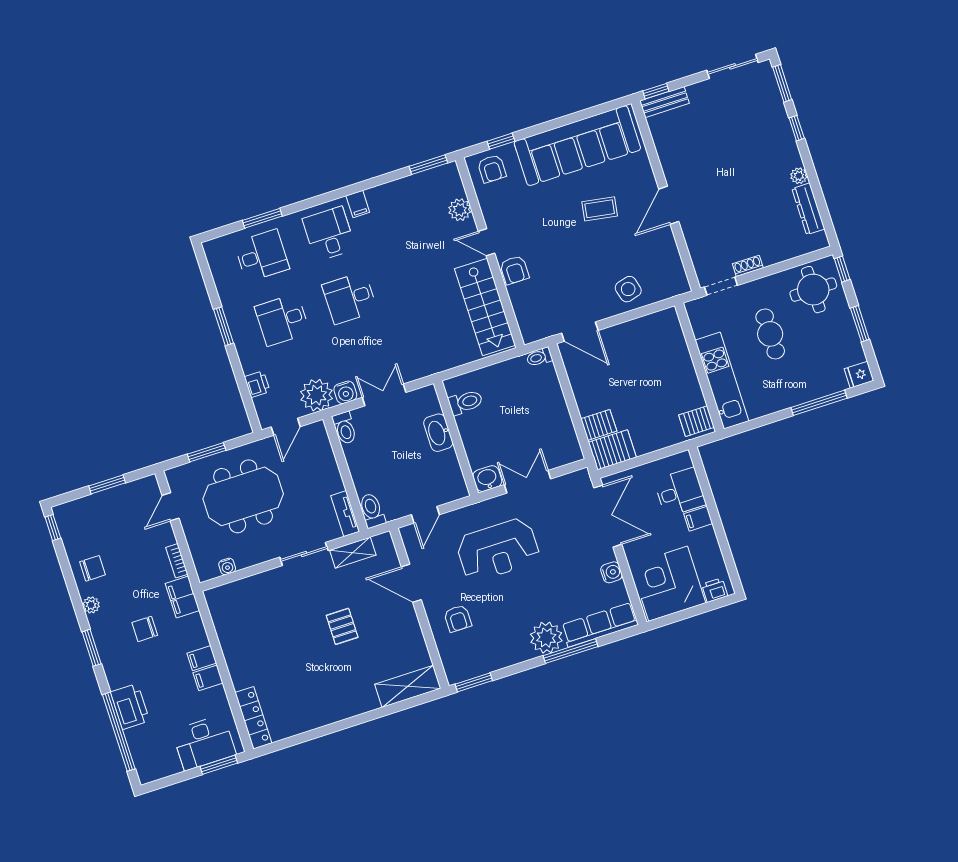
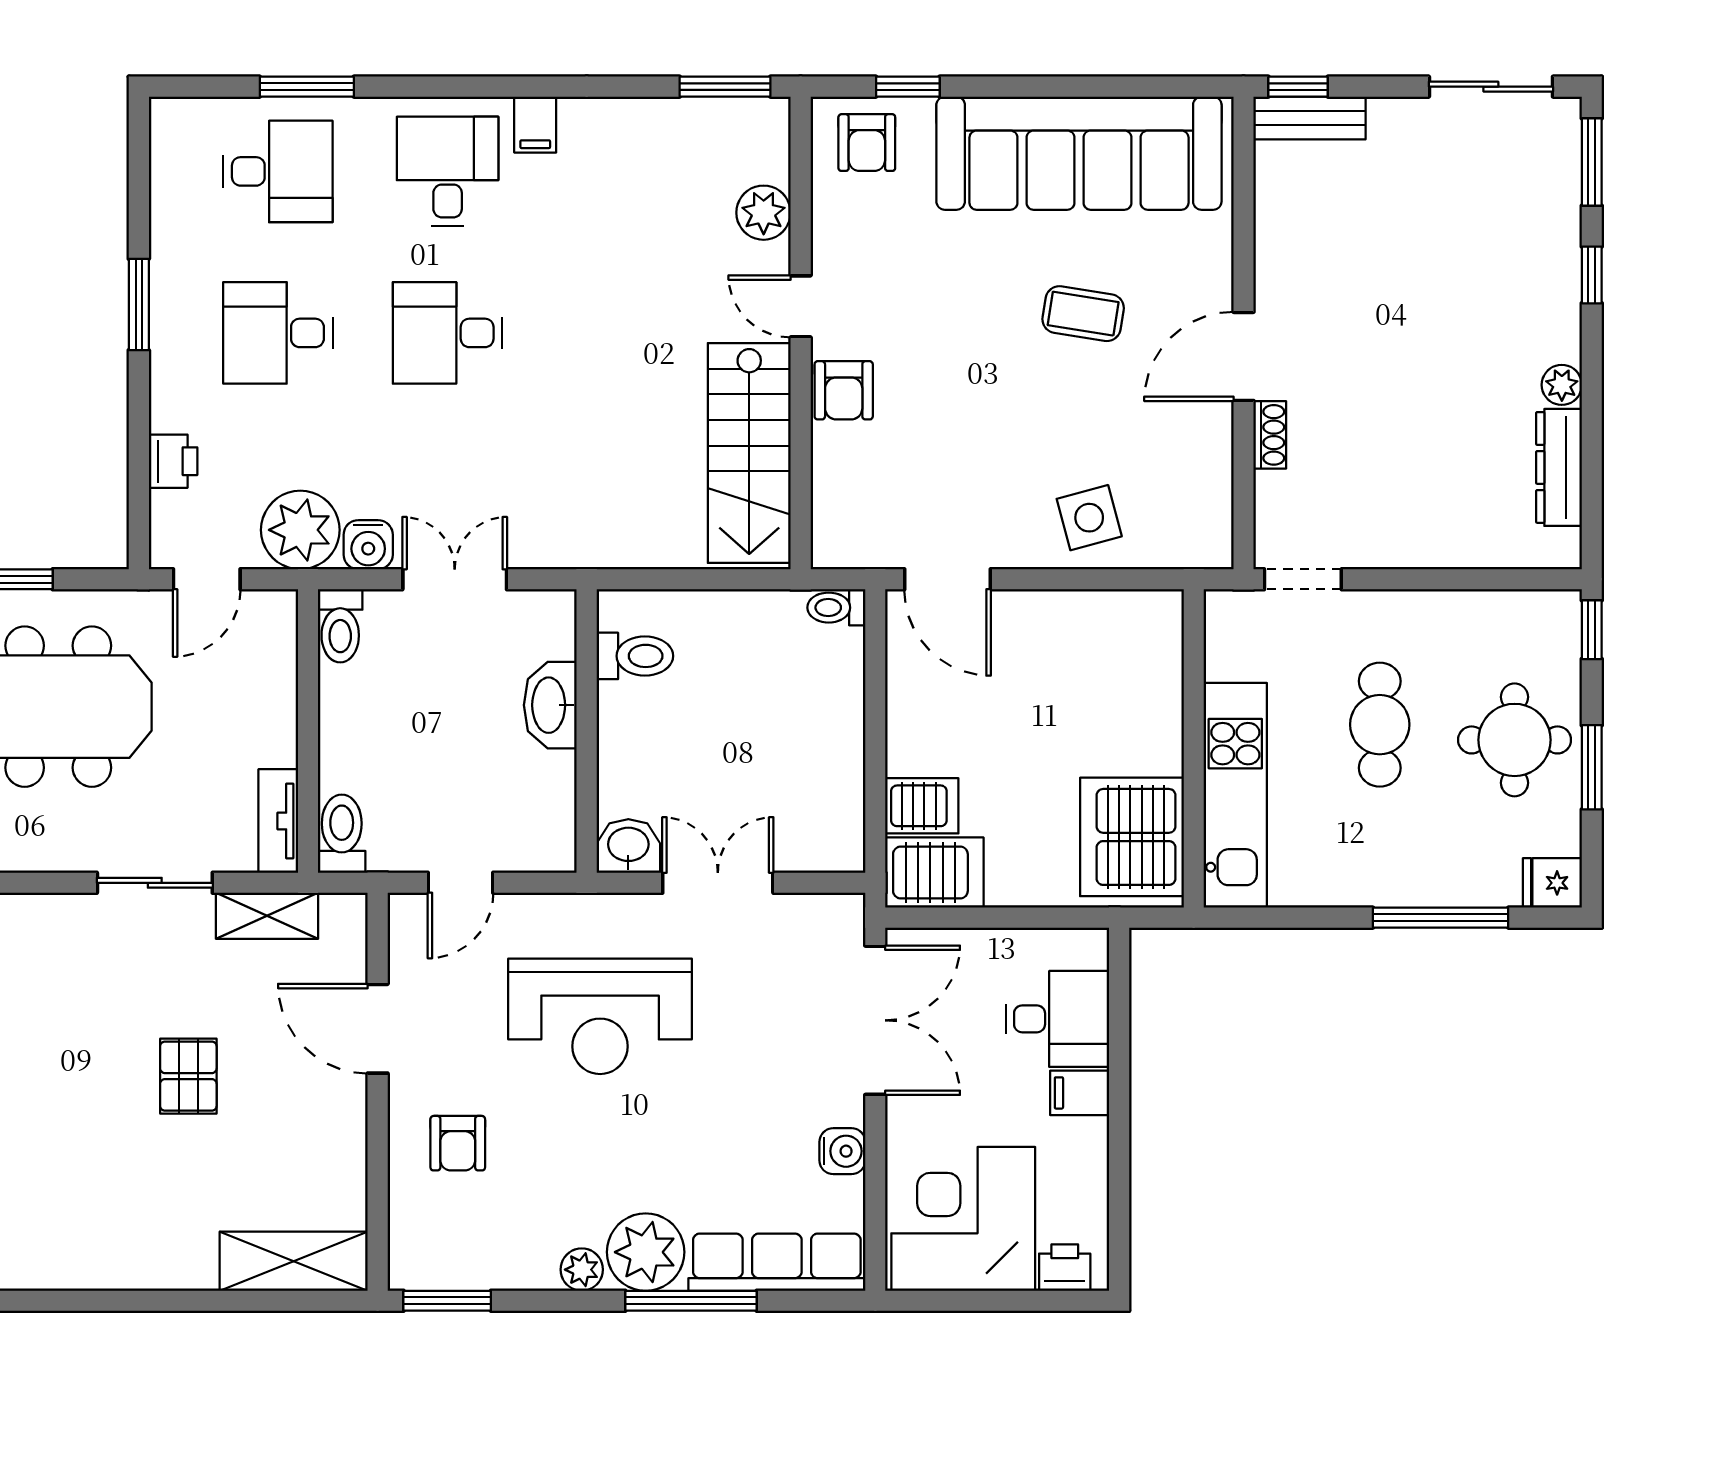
shoe rack: (748, 266) -> (1270, 435), moved, turned 90
round table: (813, 290) -> (1515, 740), moved
server rack: (697, 421) -> (1132, 837), width x2.18, depth x1.44
plant: (523, 653) -> (582, 1270), added

